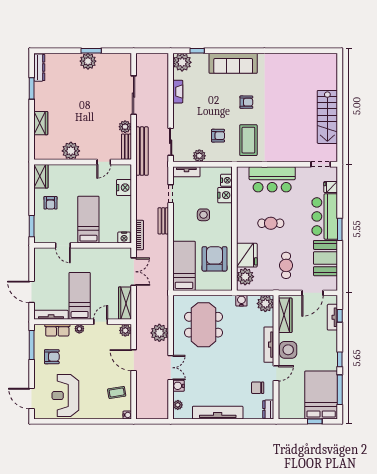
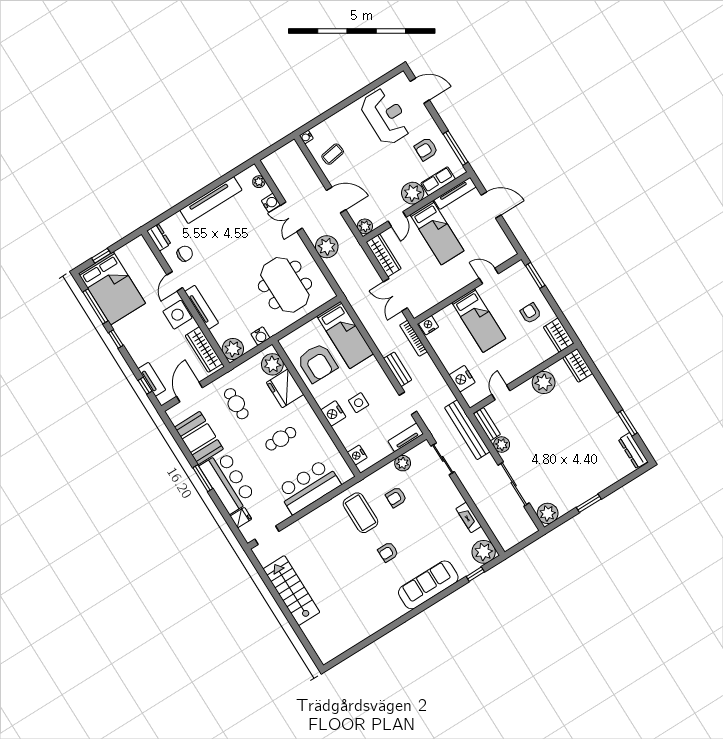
plant: (88, 61) -> (548, 513), moved
wardrobe: (41, 123) -> (578, 365), moved
nightstand: (225, 195) -> (333, 413), moved
plant: (79, 329) -> (413, 193), width x1.87, depth x1.87

